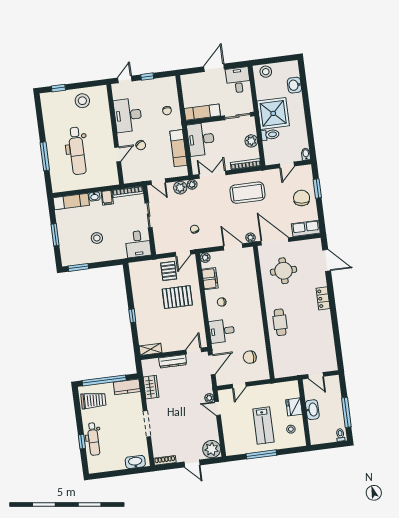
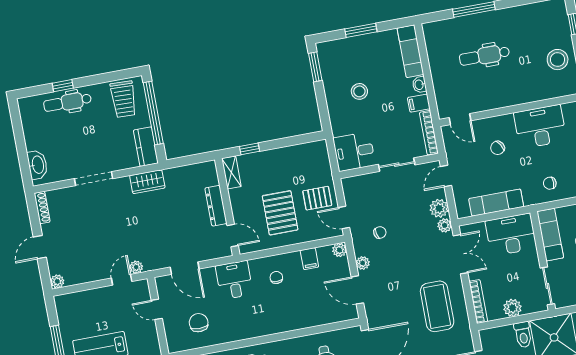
dental chair: (77, 151) -> (484, 56), width x0.73, depth x0.72
door: (118, 154) -> (460, 119), moved
plant: (250, 238) -> (363, 263), moved
door: (233, 247) -> (357, 290), swing flipped
filing cabinet: (210, 279) -> (309, 259), width x0.50
shelving: (150, 349) -> (231, 172), moved
door: (194, 351) -> (233, 235), moved
wall: (174, 353) -> (227, 207), moved
dresser: (173, 361) -> (216, 206), moved
plant: (212, 449) -> (57, 281), width x0.53, depth x0.53

